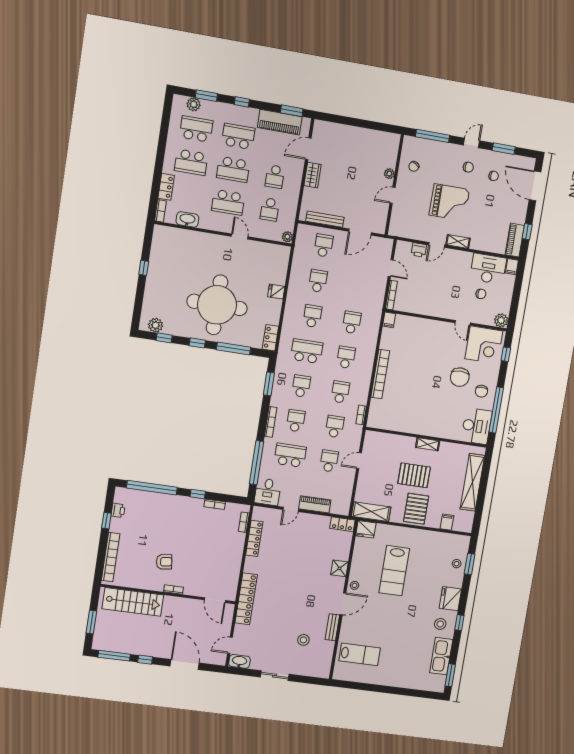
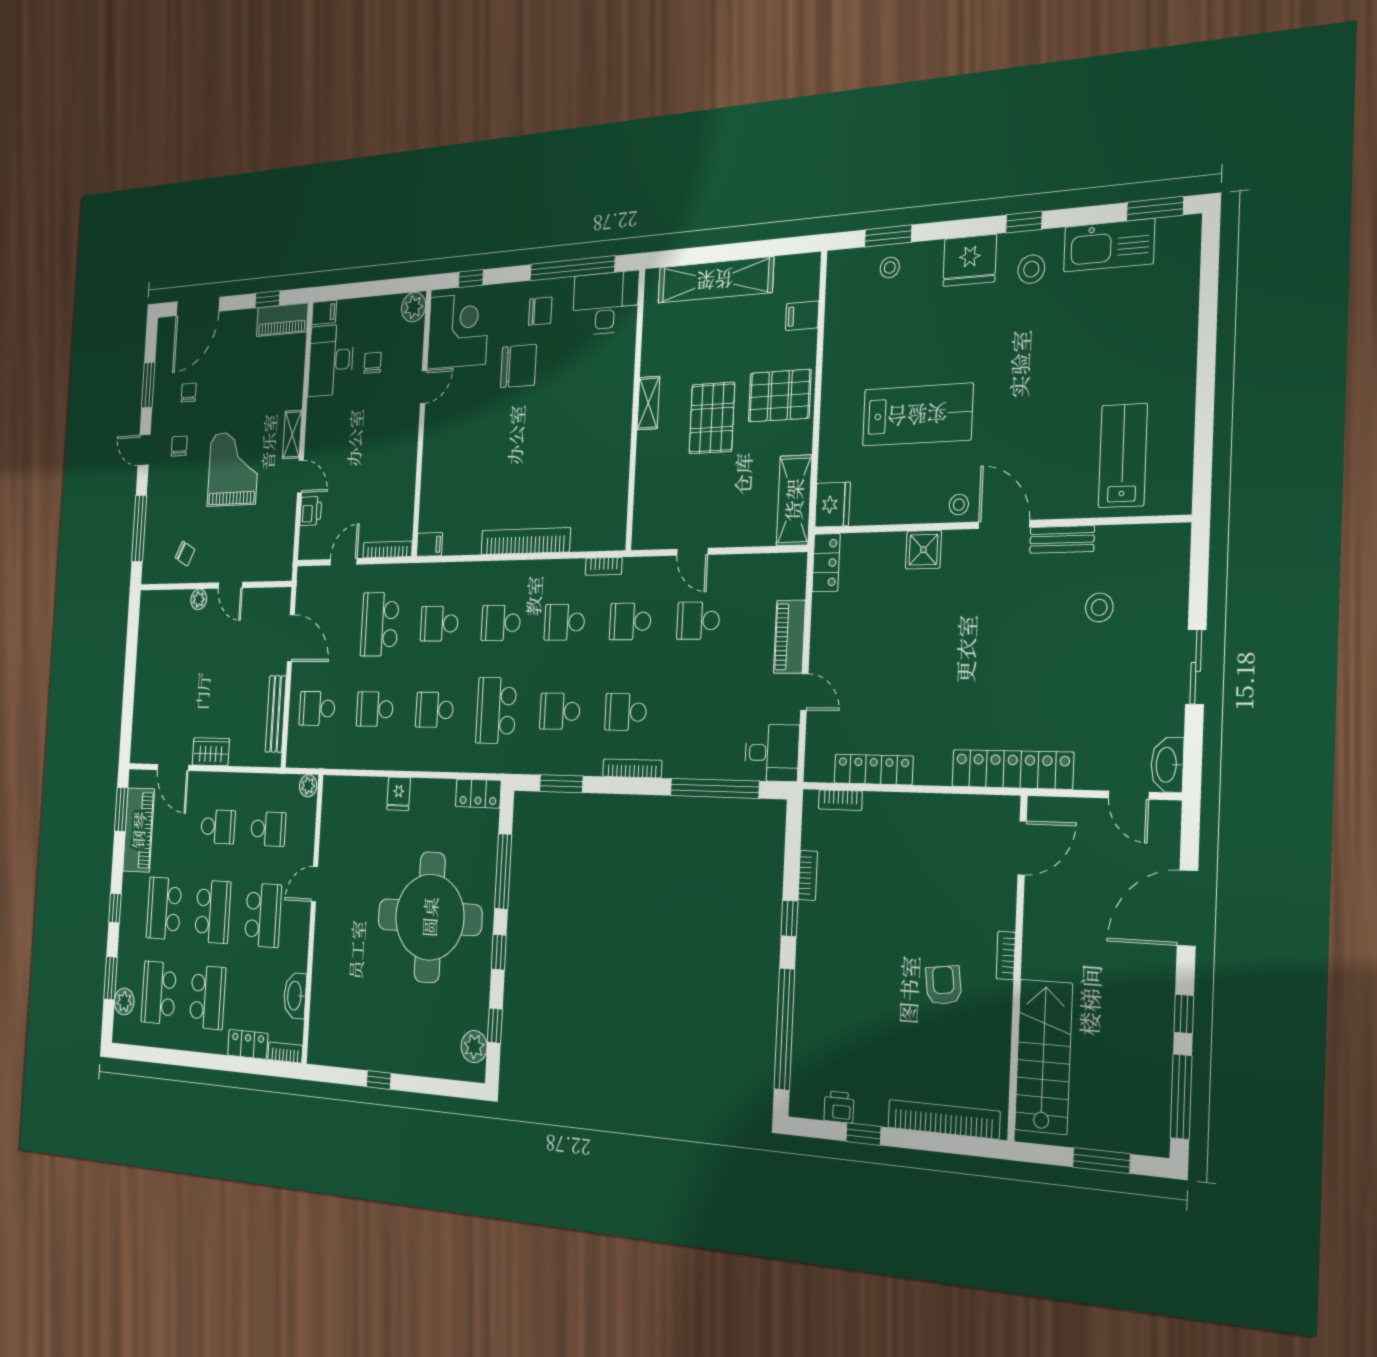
school desk: (290, 455) -> (380, 624), moved

